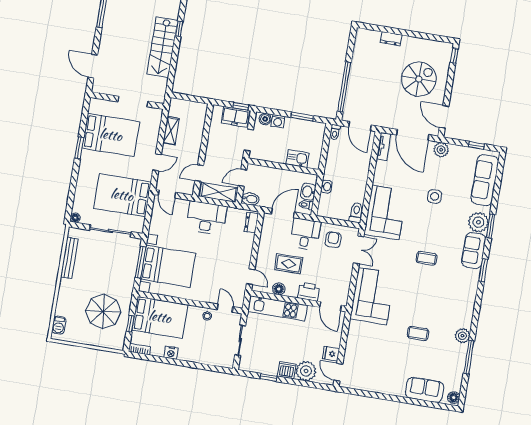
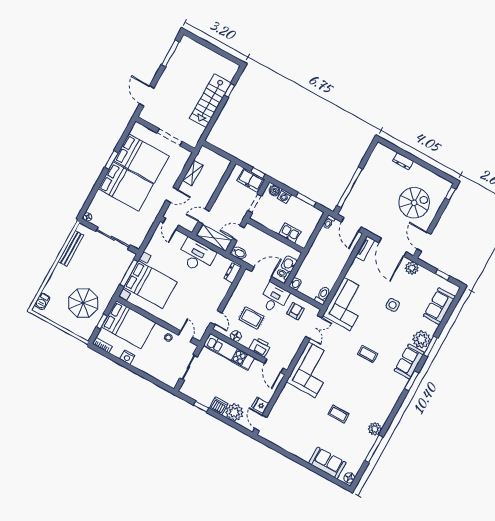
sofa: (485, 180) -> (439, 306), width x0.73
washbasin: (326, 187) -> (295, 284), moved
bed: (122, 195) -> (126, 187), moved, turned 180

